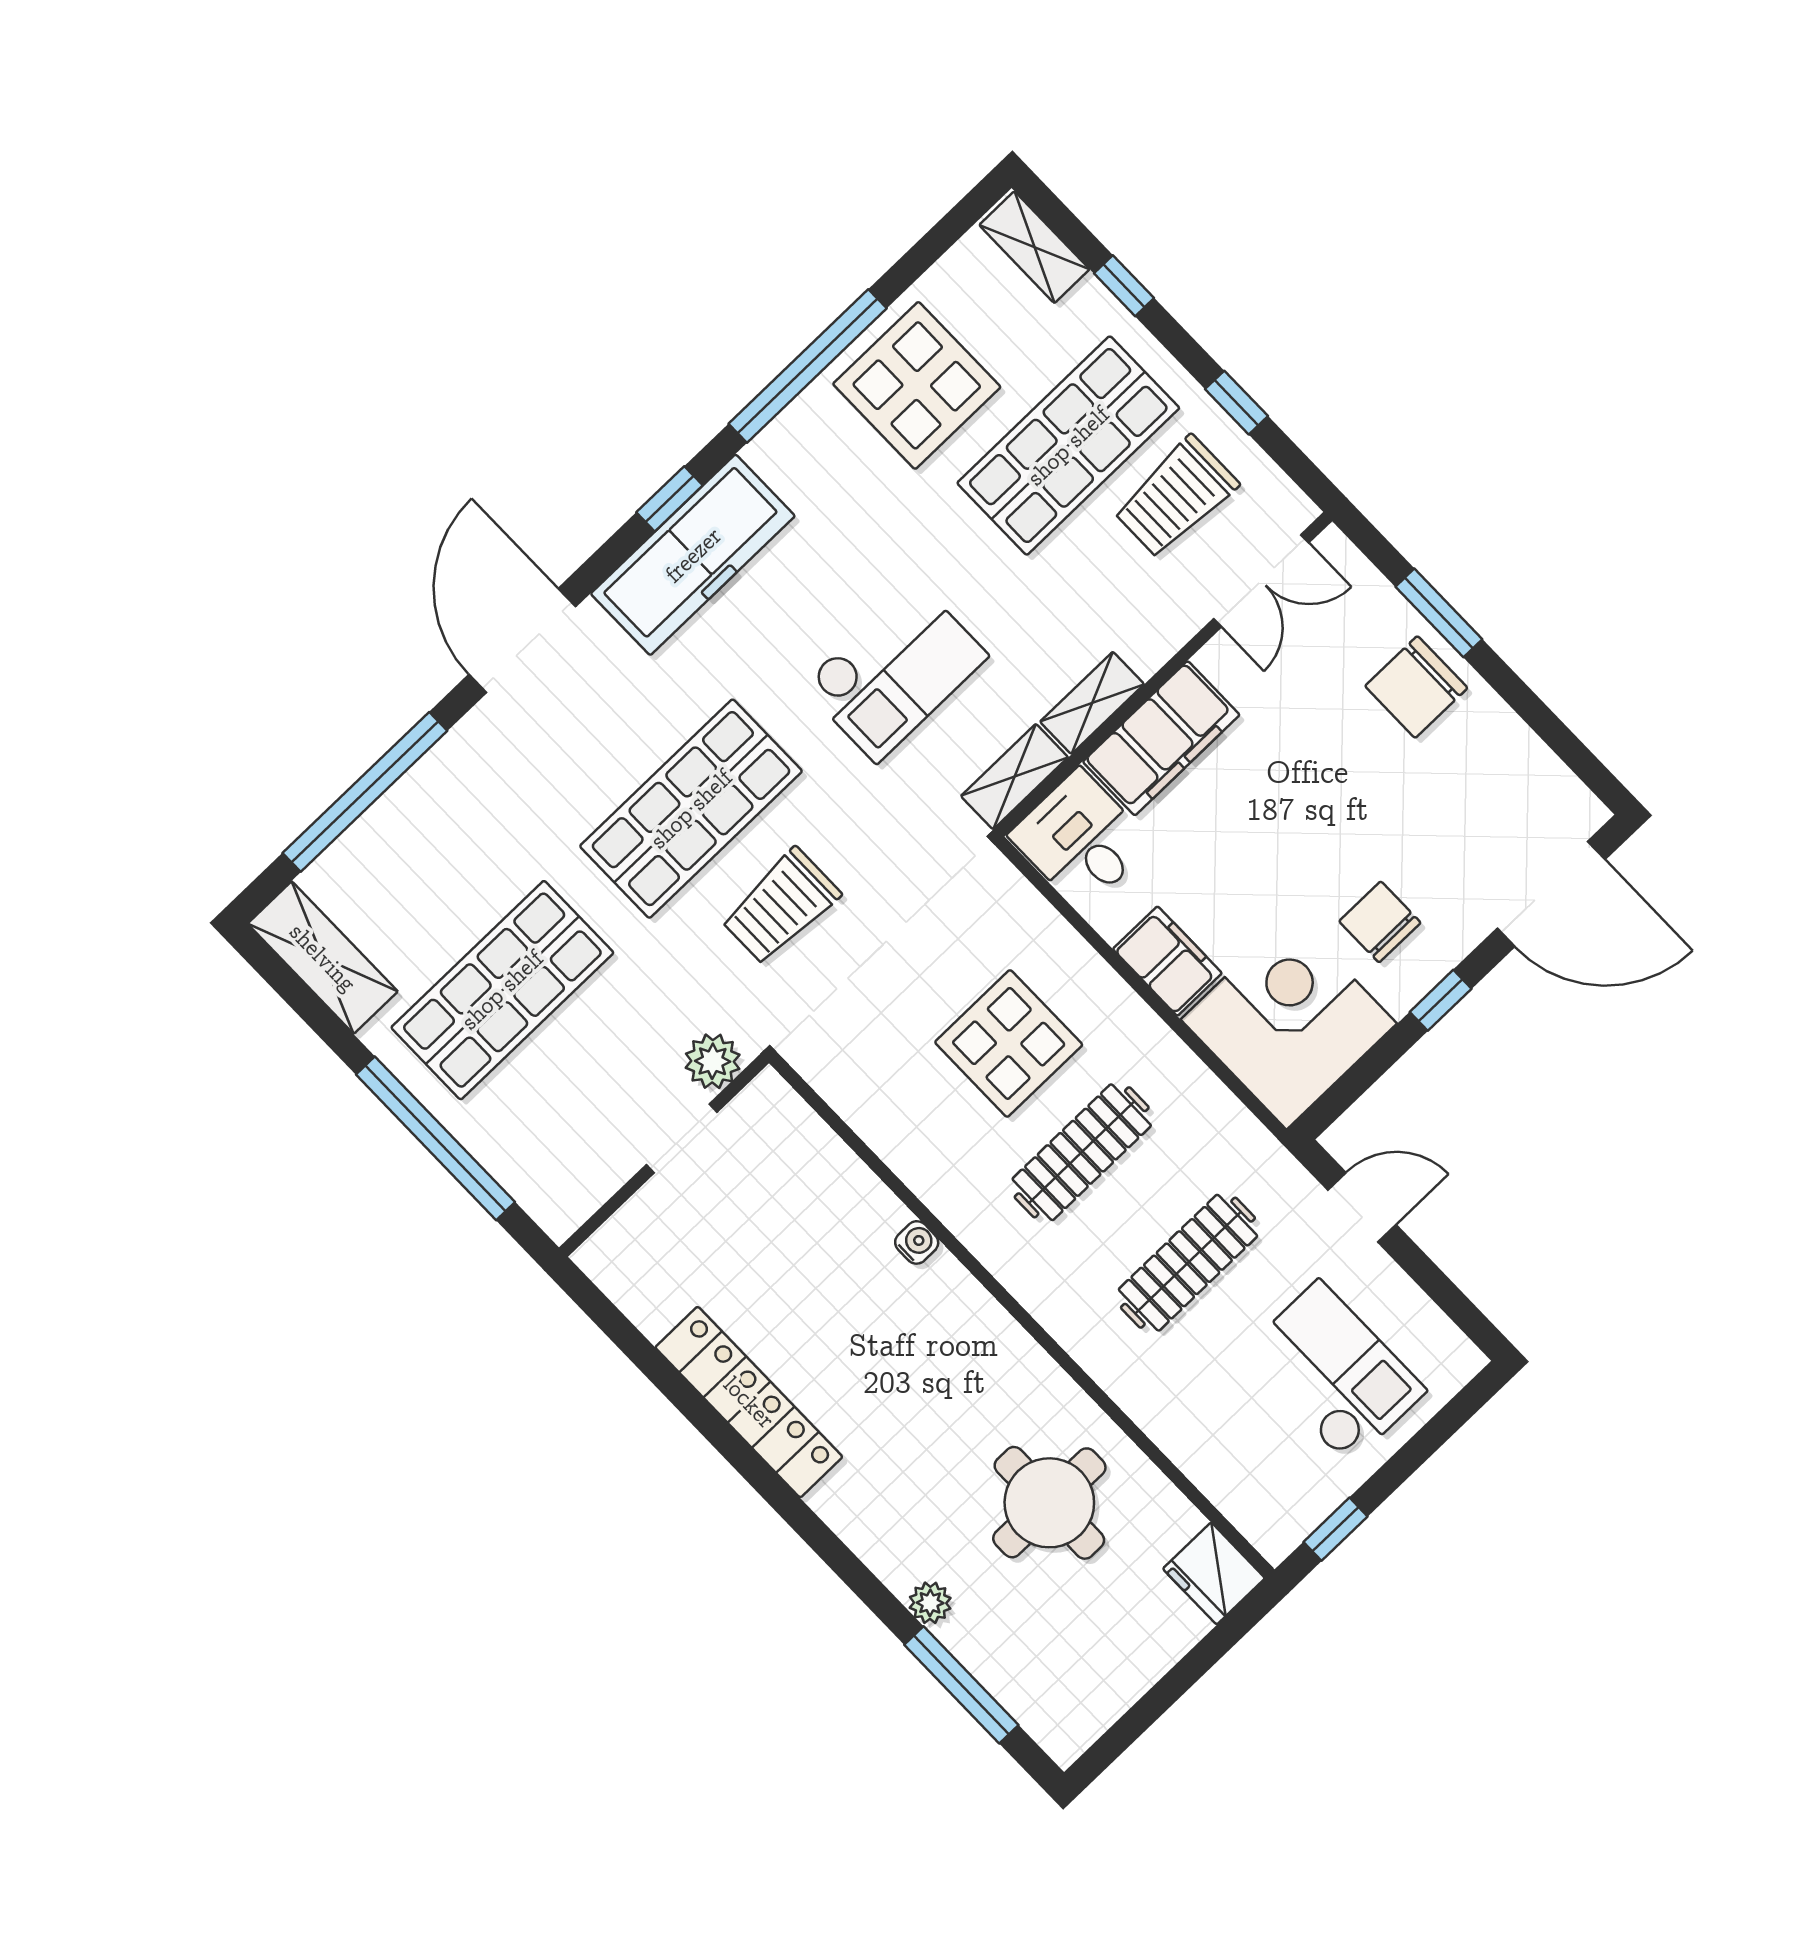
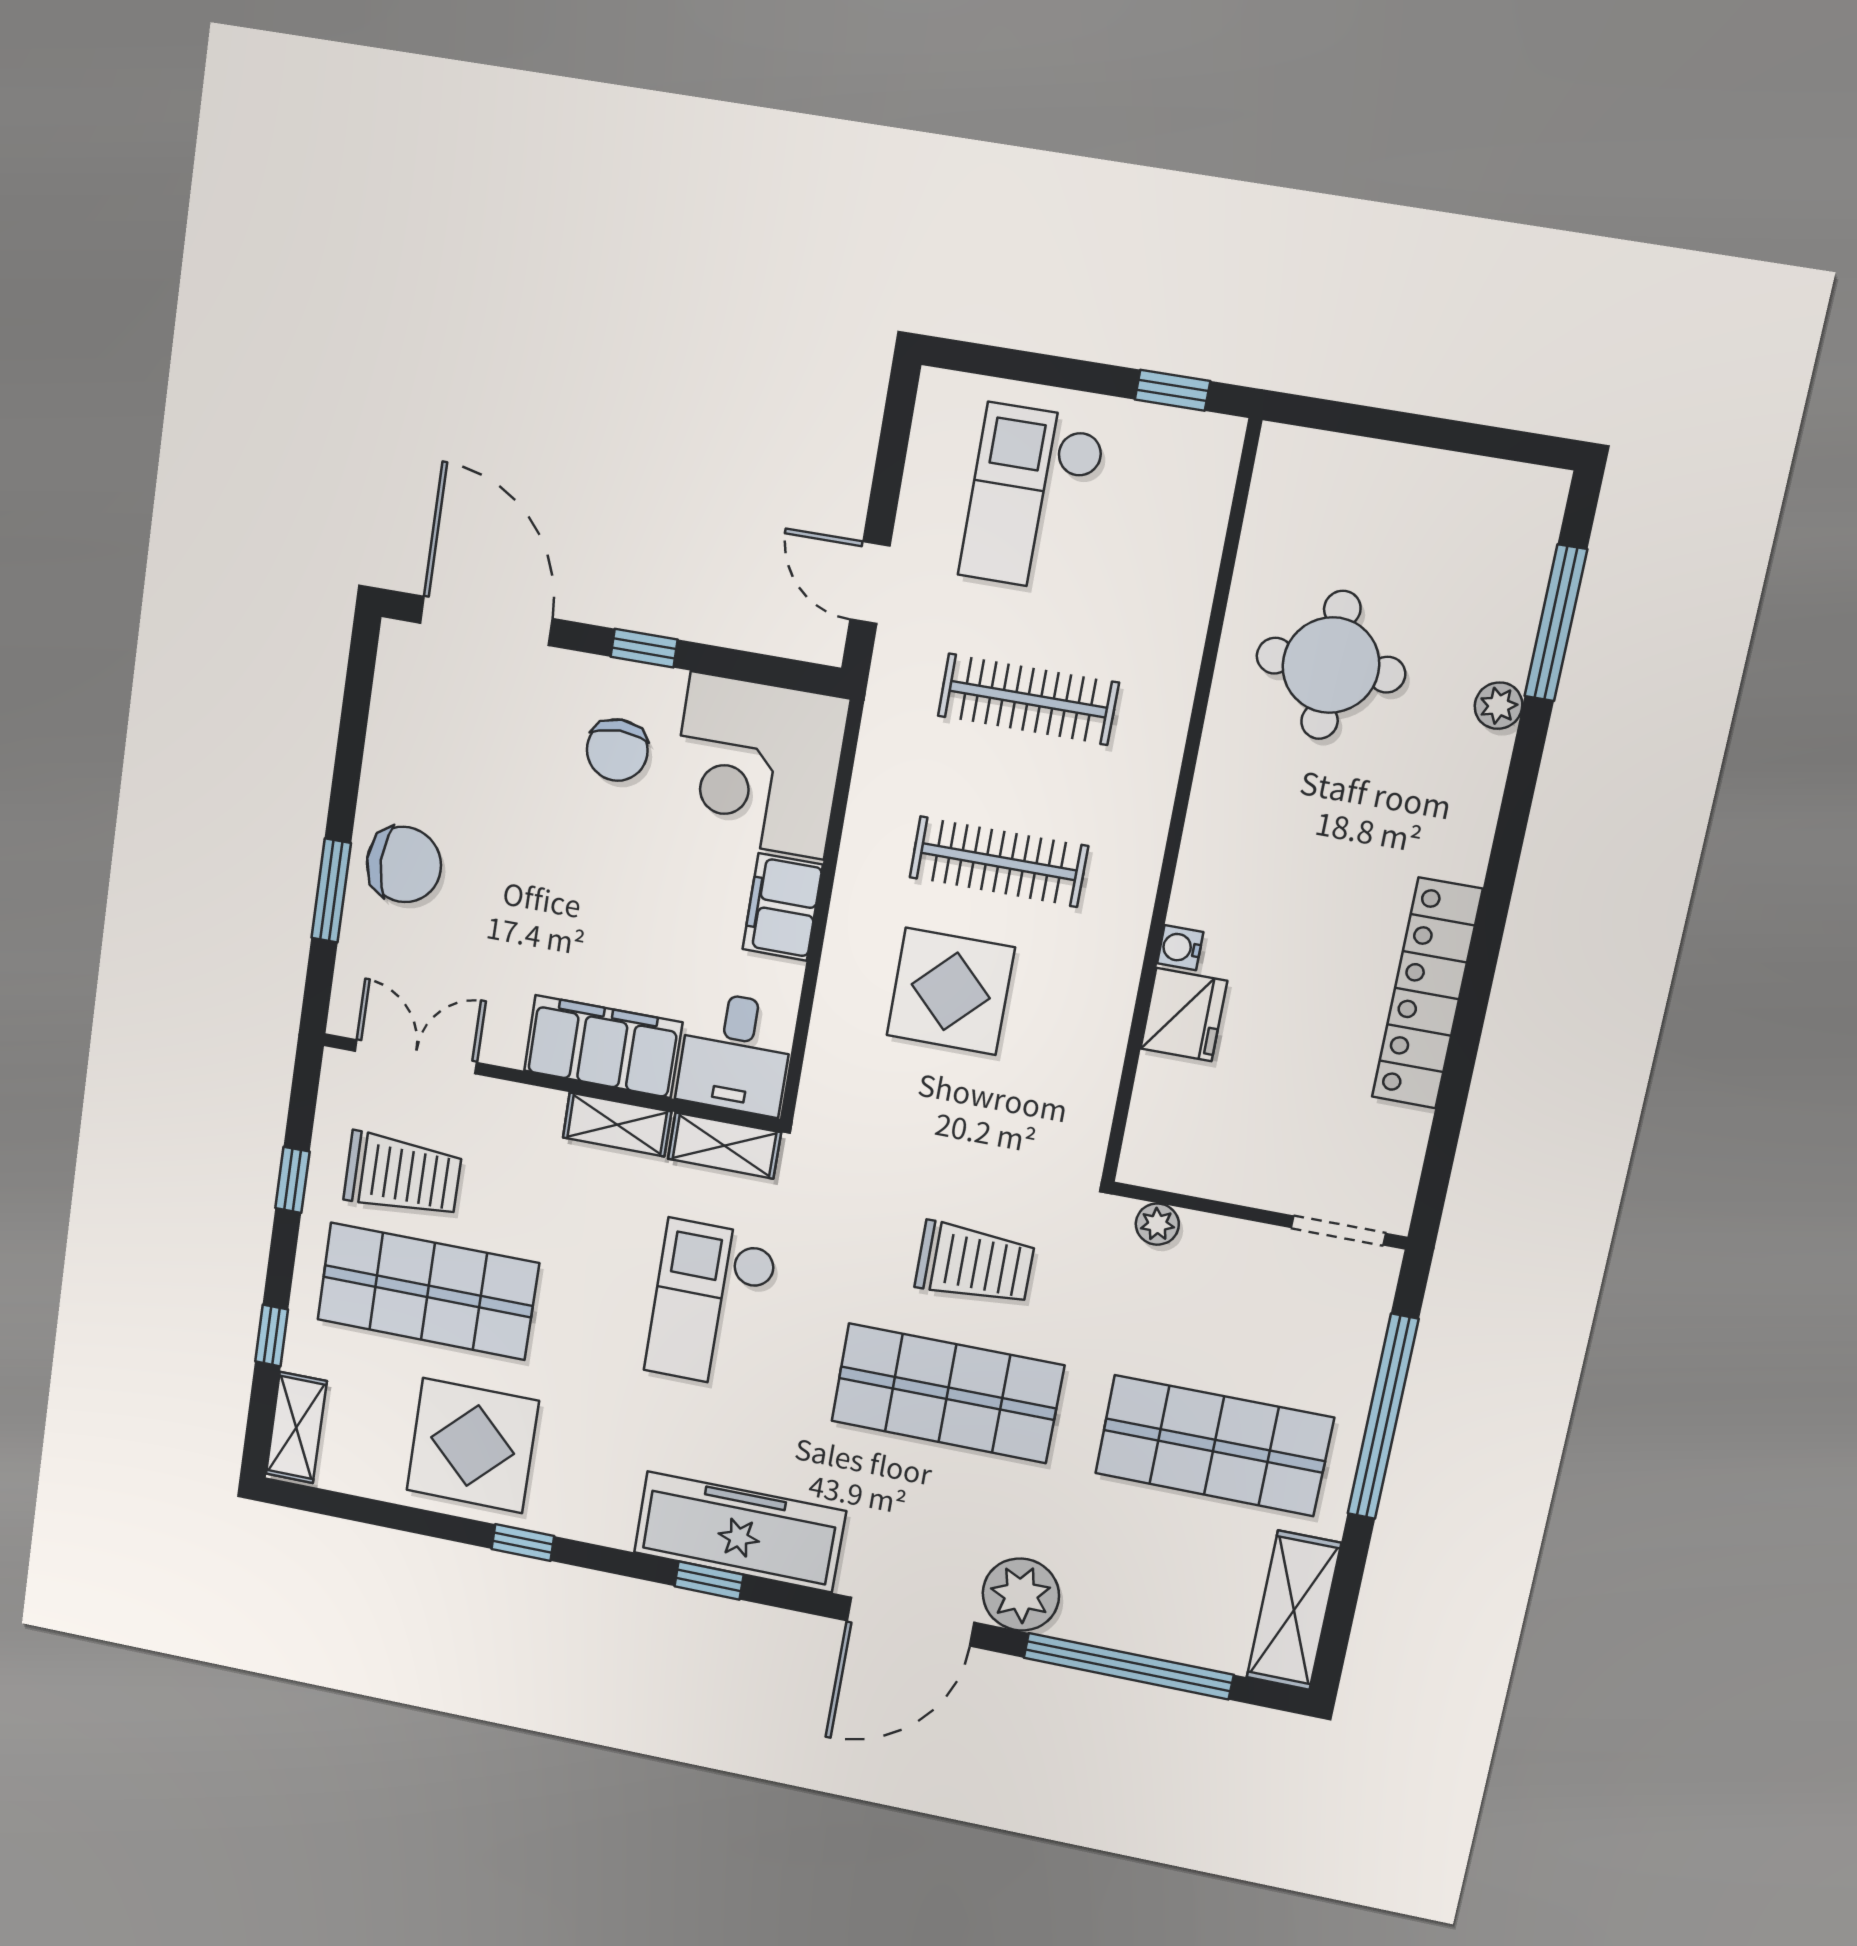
window: (808, 366) -> (523, 1543), width x0.32
checkout: (895, 671) -> (711, 1305), turned -90
plant: (484, 748) -> (1021, 1595), added
plant: (713, 1061) -> (1157, 1224), width x0.73, depth x0.73
doorway: (682, 1138) -> (1338, 1230), moved
fridge: (1214, 1573) -> (1184, 1015), moved

